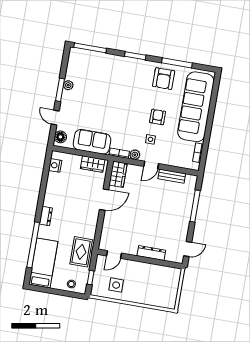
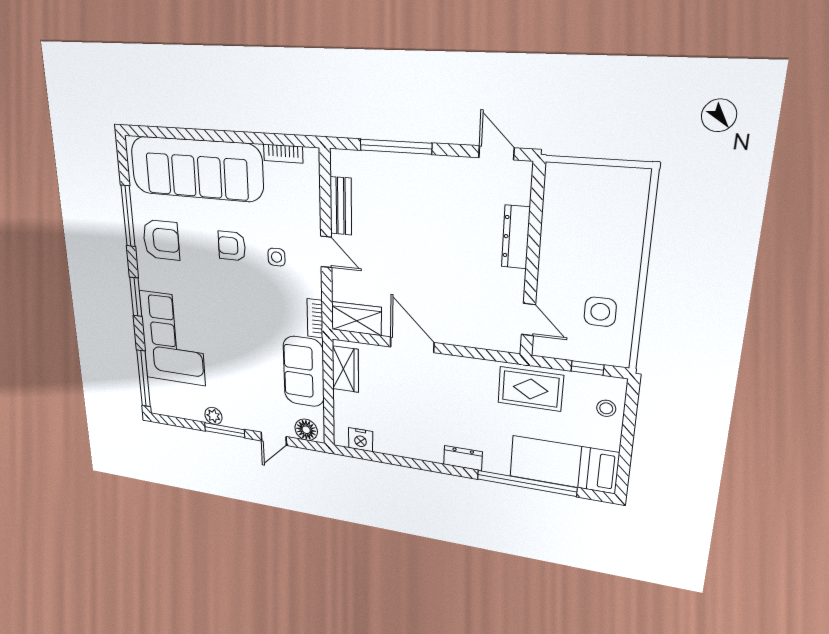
corner sofa: (112, 72) -> (172, 338), added
plant: (135, 155) -> (312, 287), removed

